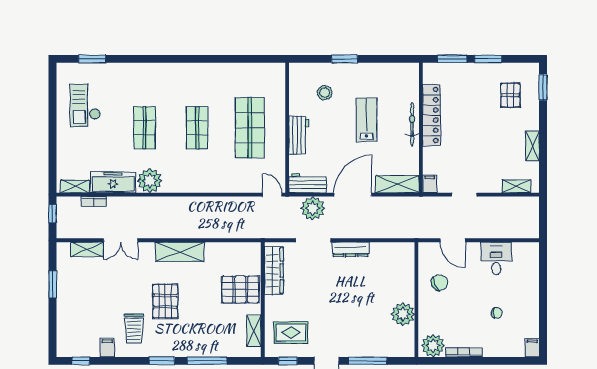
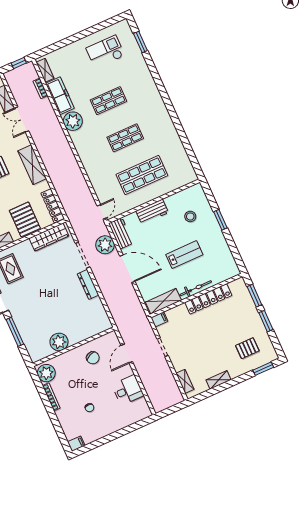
shelving: (397, 184) -> (163, 301), moved, turned 90
locker: (239, 249) -> (53, 206), added

